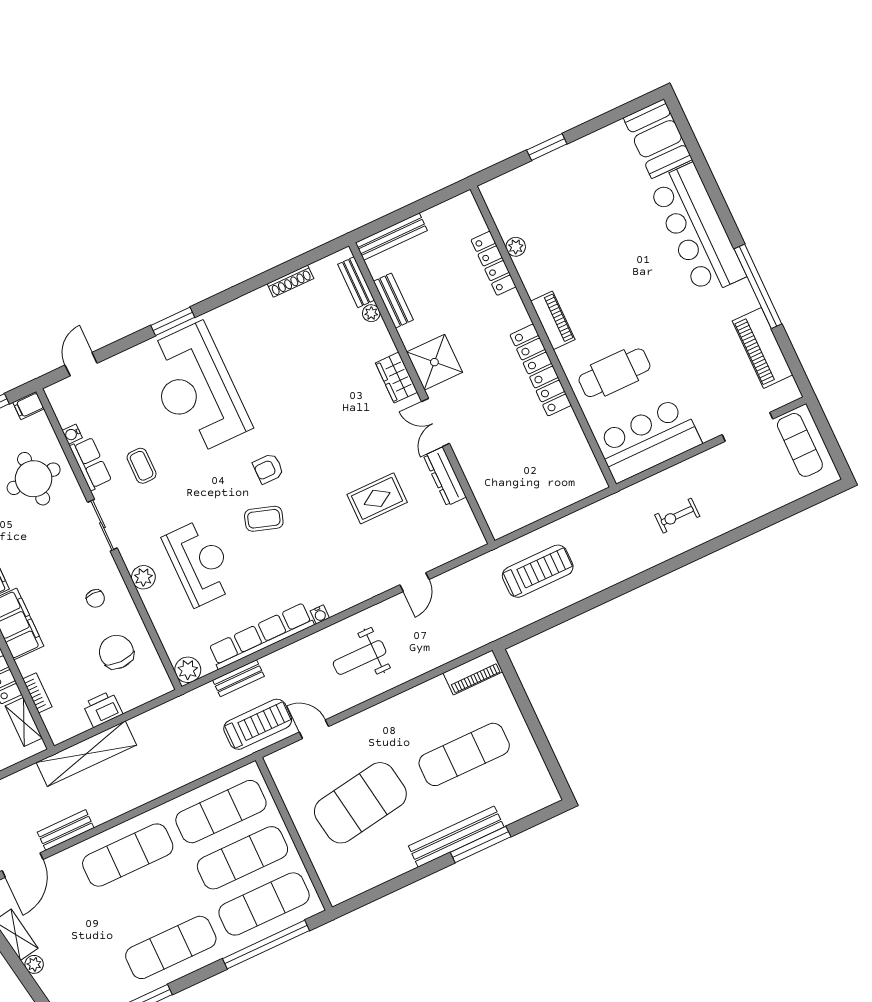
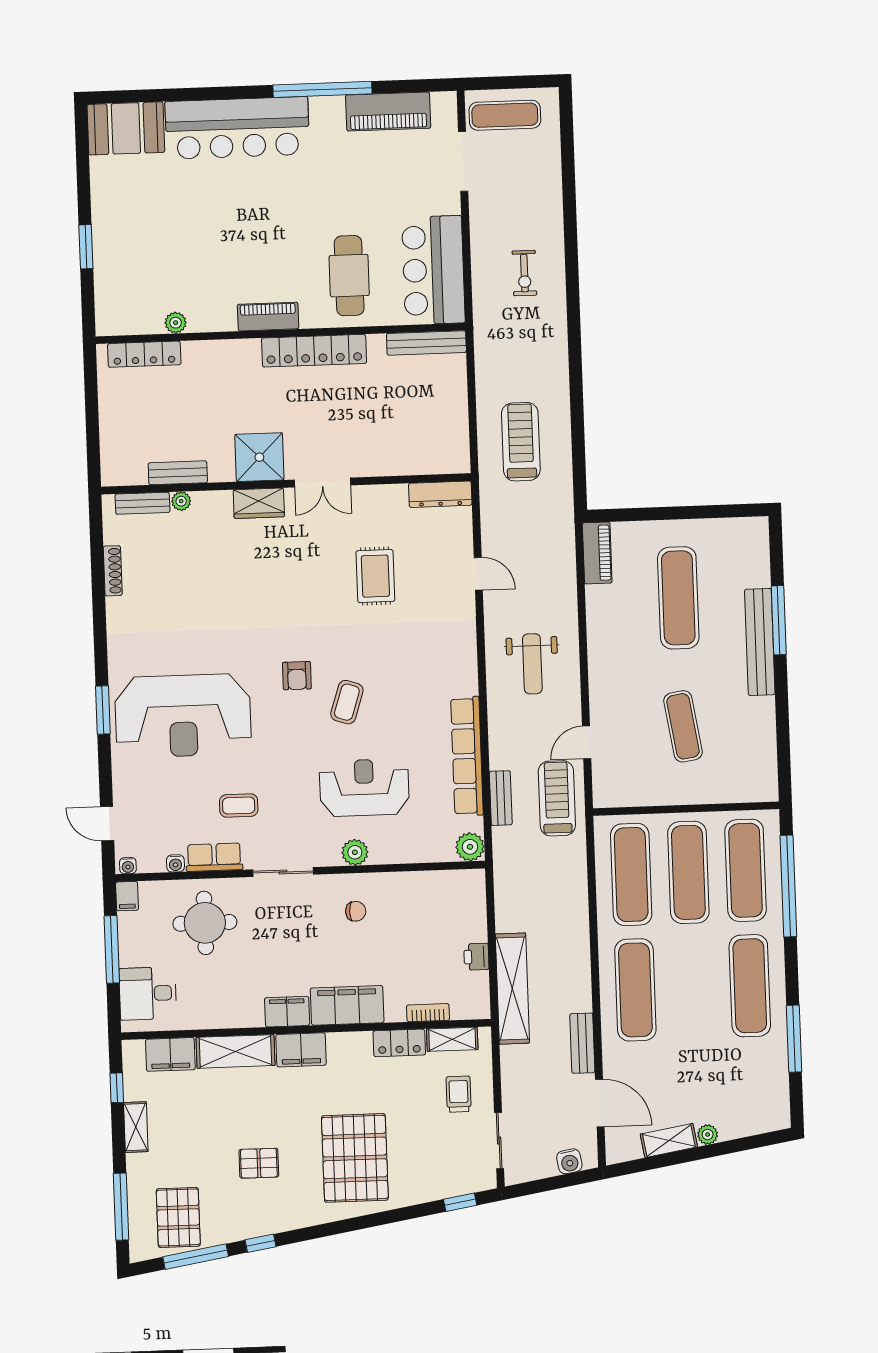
bench: (391, 237) -> (426, 343), moved, turned 90
locker: (494, 263) -> (144, 354), moved
dresser: (445, 476) -> (440, 494), moved
water cooler: (320, 614) -> (128, 866), moved, turned 90
chair: (116, 652) -> (420, 913), removed
printer: (103, 709) -> (476, 957), width x0.73, depth x0.81
exercise mat: (360, 803) -> (683, 726), width x0.50, depth x0.69

